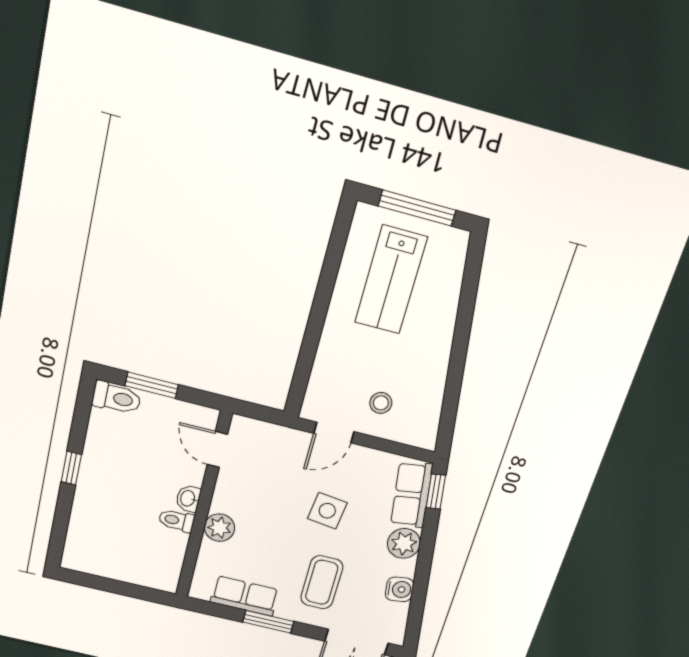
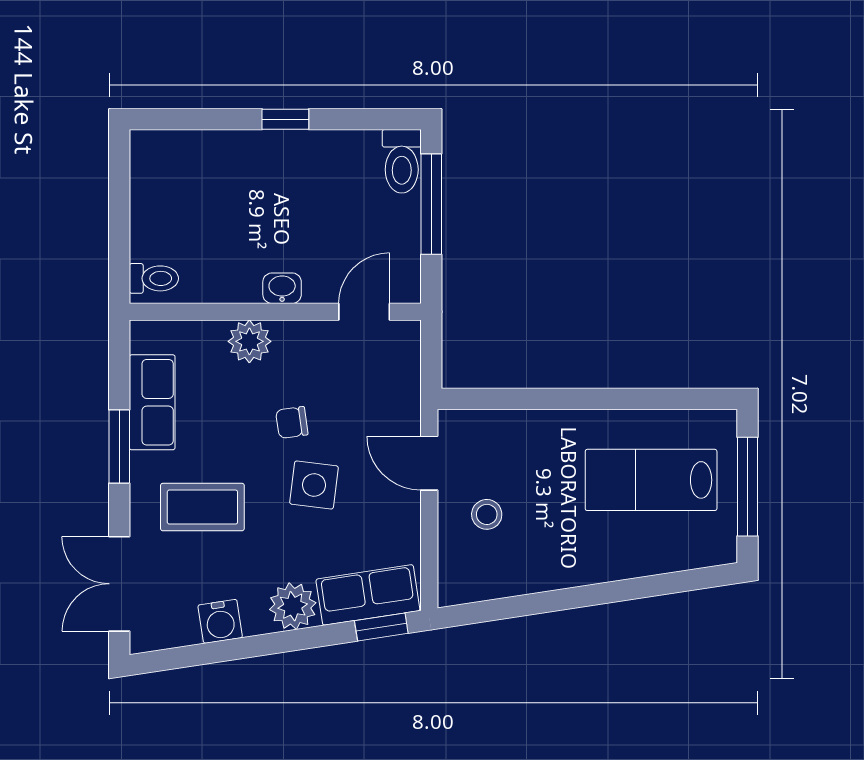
window: (152, 385) -> (431, 204), width x1.44
chair: (281, 514) -> (292, 422), added
toilet: (176, 521) -> (154, 278), moved, turned 90

